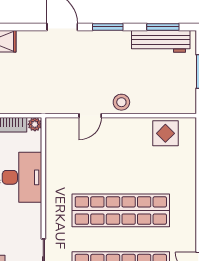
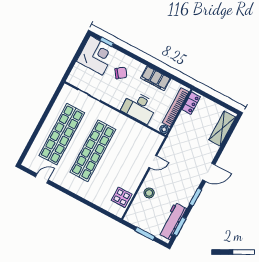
stool: (121, 102) -> (149, 193), moved
door: (90, 116) -> (153, 162), swing flipped

